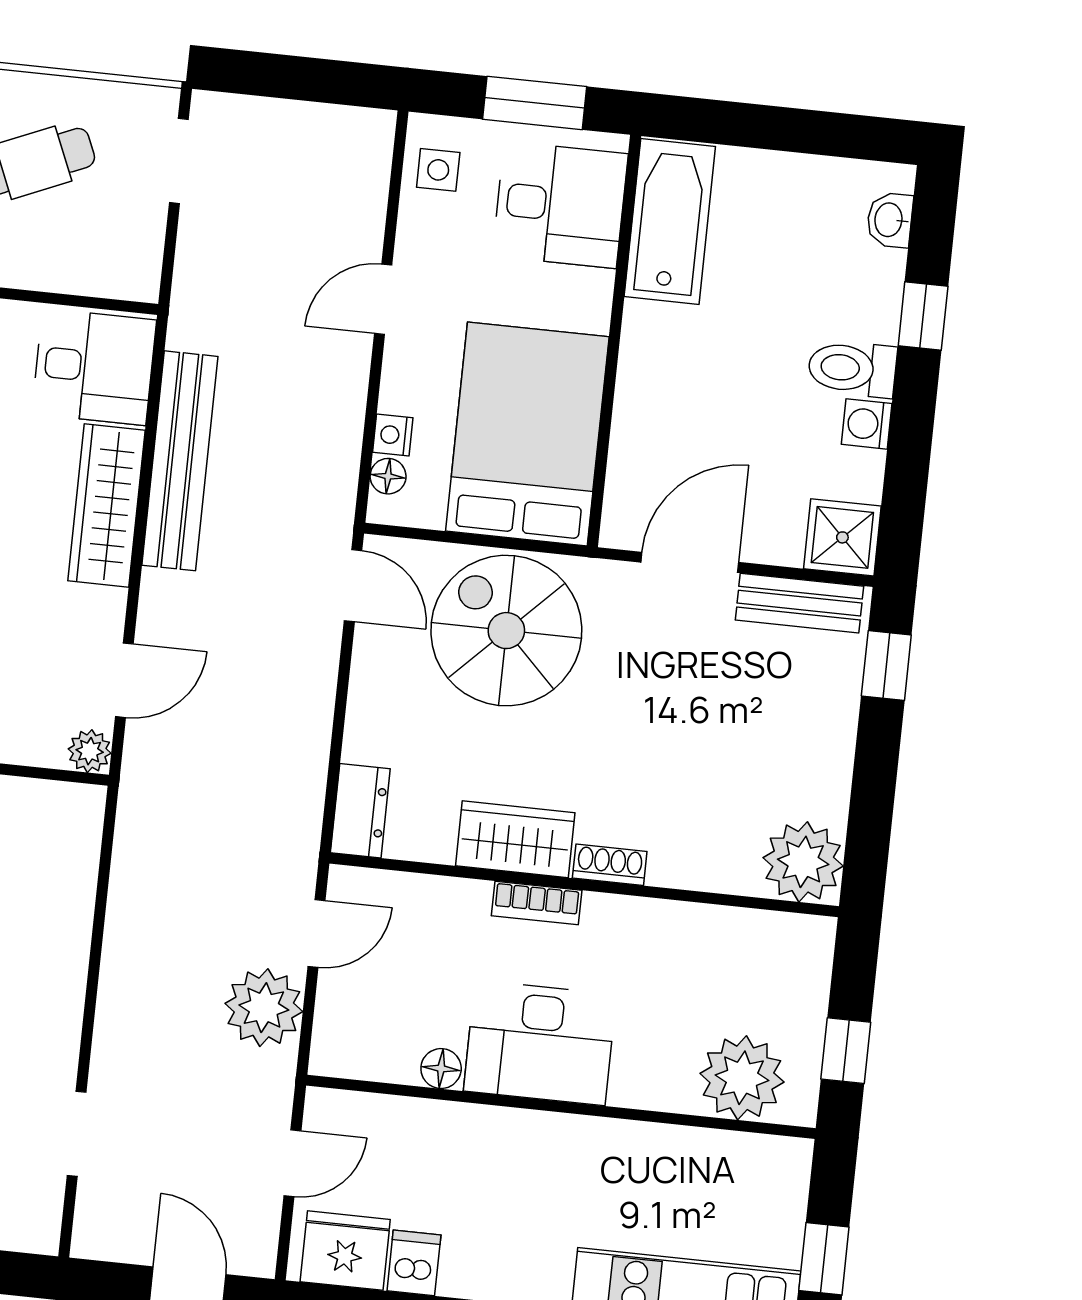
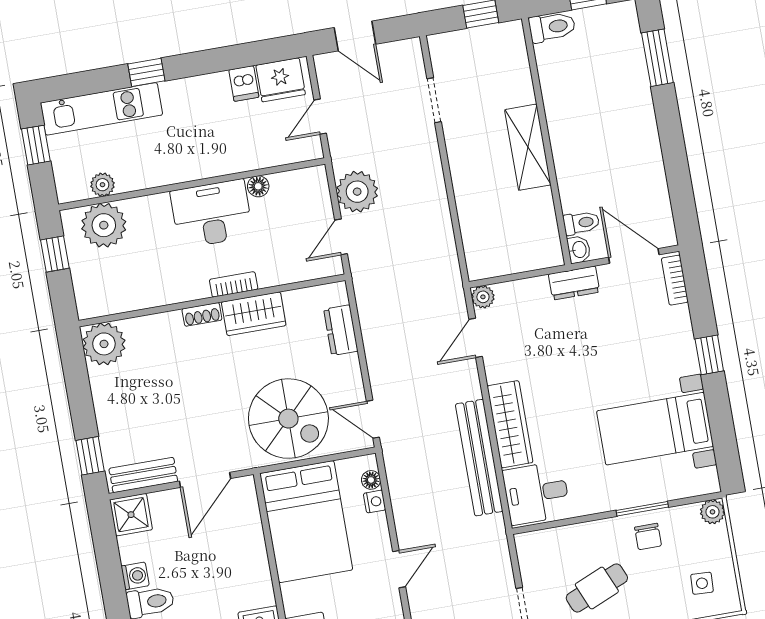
dresser: (360, 811) -> (341, 330), moved
plant: (723, 1152) -> (102, 185), added

